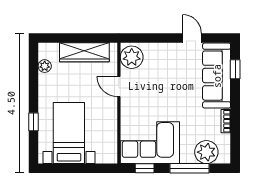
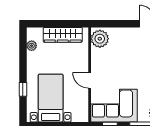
door: (119, 86) -> (90, 80), moved

